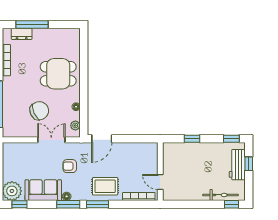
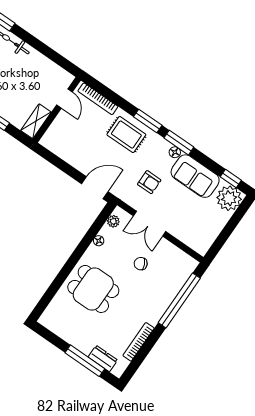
chair: (39, 111) -> (141, 264), width x0.54, depth x0.54
shelving: (168, 155) -> (36, 121), added

